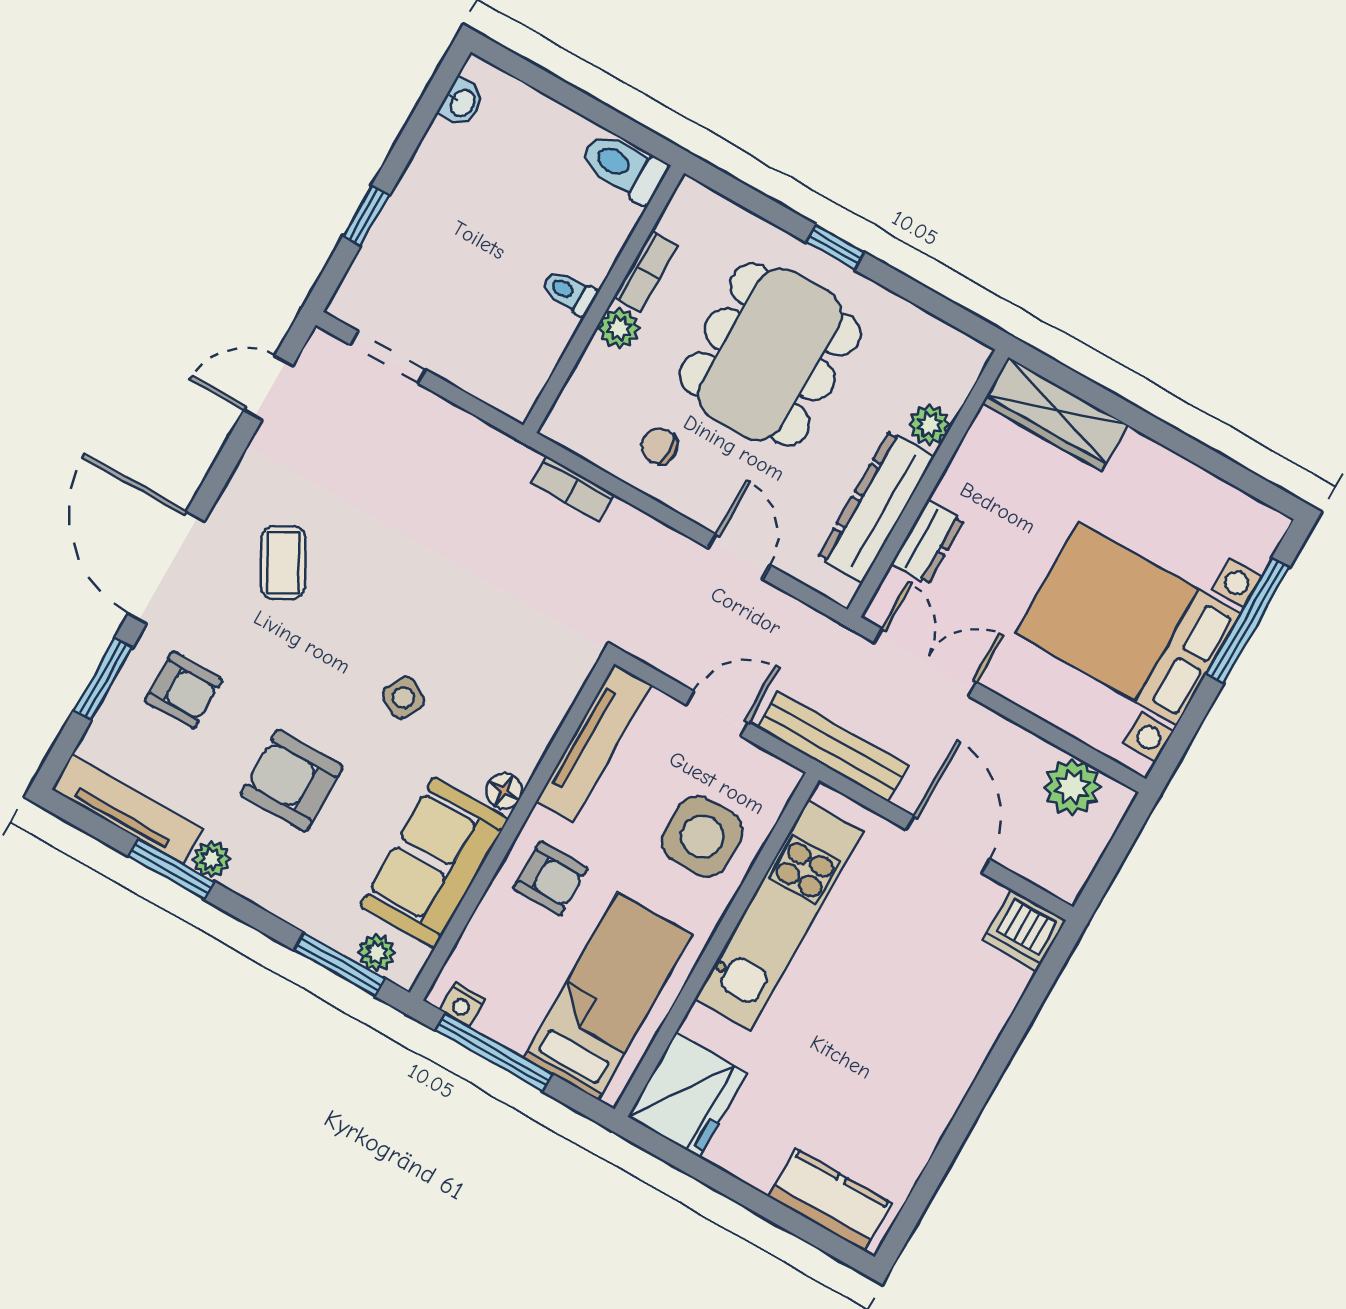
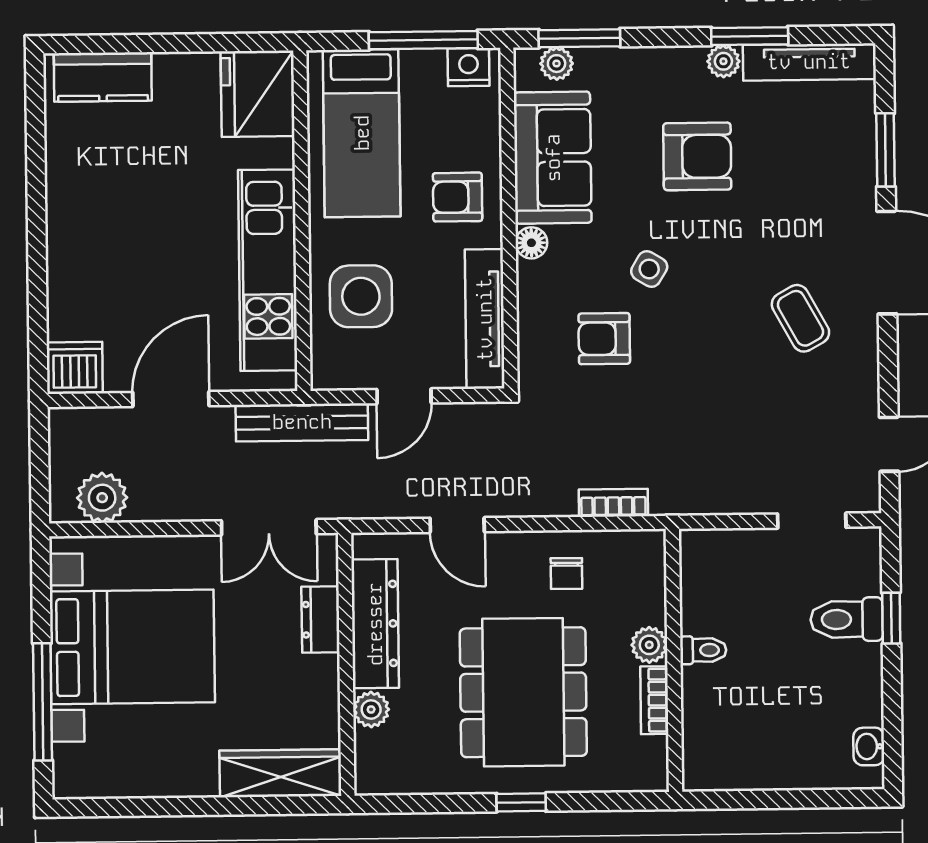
toilet: (623, 167) -> (847, 619), moved, turned 180
chair: (659, 446) -> (566, 574), turned 90
armchair: (183, 690) -> (604, 339), moved
door: (948, 844) -> (171, 399), swing flipped
nightstand: (462, 1005) -> (469, 67), width x1.39, depth x1.35

